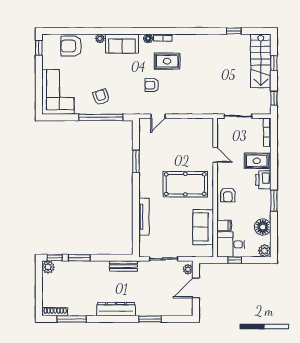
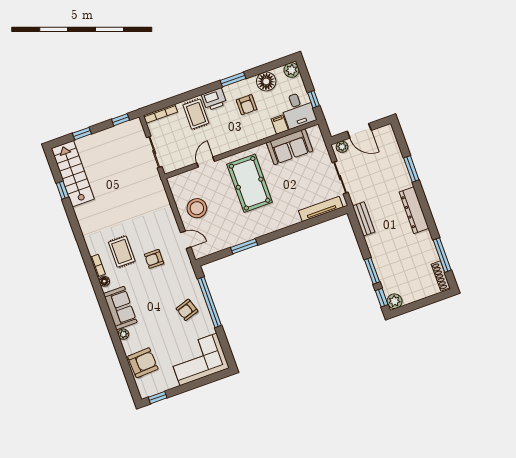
armchair: (71, 46) -> (143, 363), turned -93
stairs: (261, 61) -> (73, 174), moved, turned -90
armchair: (152, 85) -> (154, 259), turned 90
stool: (180, 134) -> (197, 208), added
armchair: (228, 195) -> (247, 105), moved, turned 90
tv unit: (144, 217) -> (321, 209), moved

